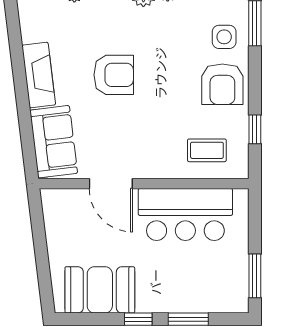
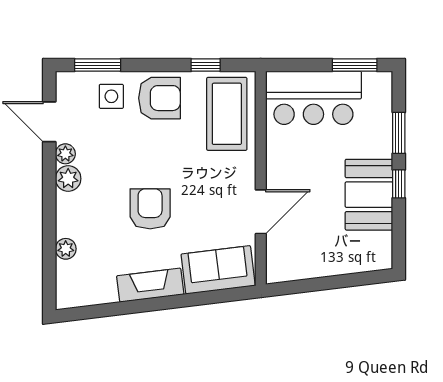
coffee table: (207, 150) -> (227, 114), width x1.86, depth x1.72
bar counter: (185, 214) -> (313, 98), moved, turned 90
booth: (100, 290) -> (369, 195), moved

